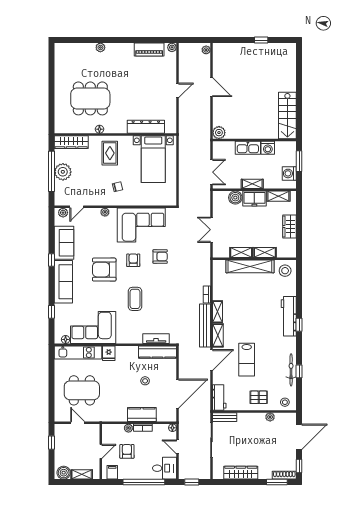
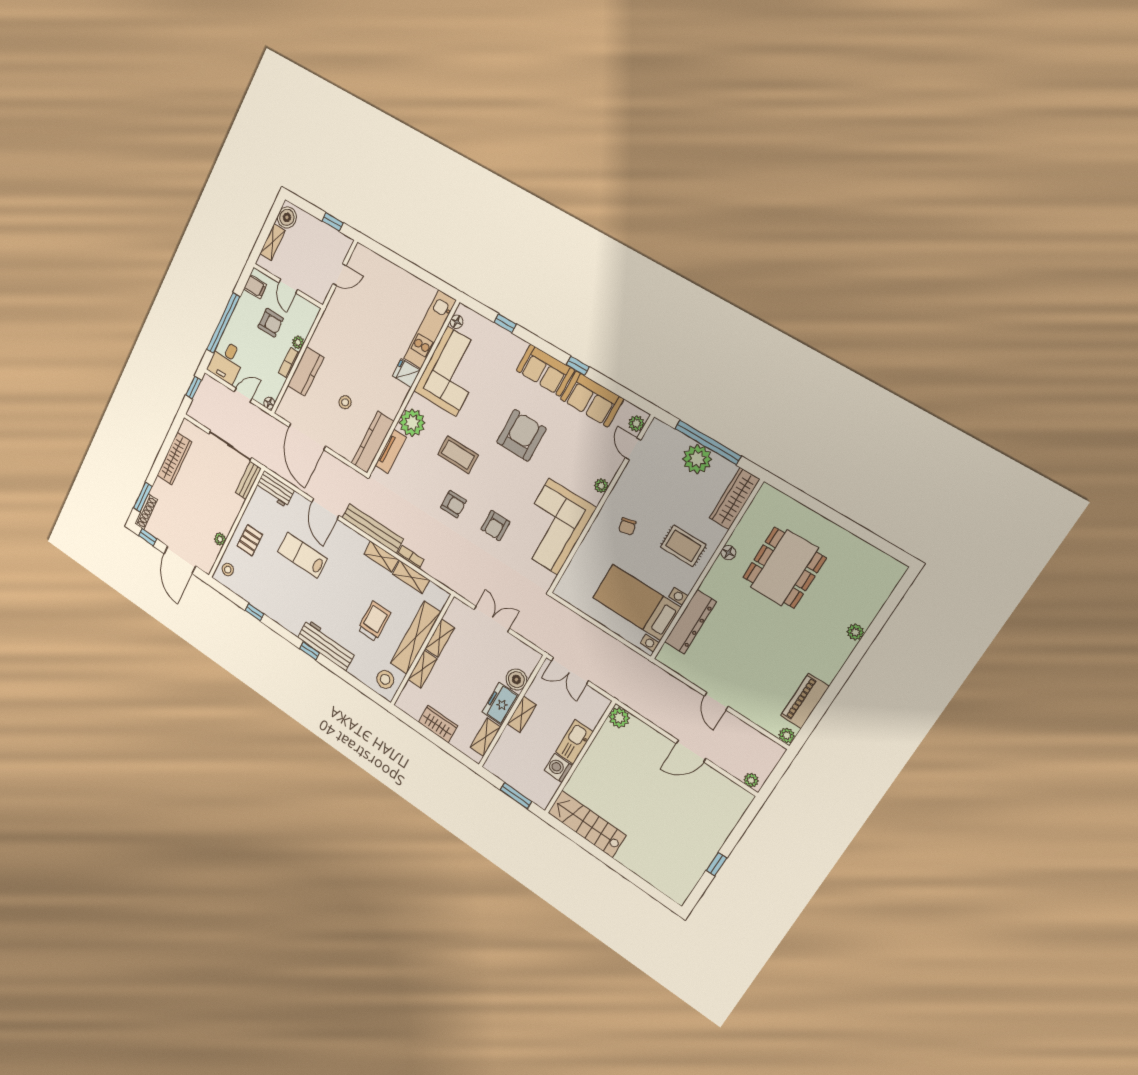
washing machine: (289, 173) -> (507, 772), removed
armchair: (133, 260) -> (454, 504), moved
sofa: (63, 282) -> (545, 370), width x0.73
trolley: (256, 296) -> (374, 621), added
plant: (133, 335) -> (412, 423), added
shelving: (218, 335) -> (411, 577), moved
bicycle: (291, 370) -> (261, 603), removed
dining table: (82, 390) -> (378, 306), removed

